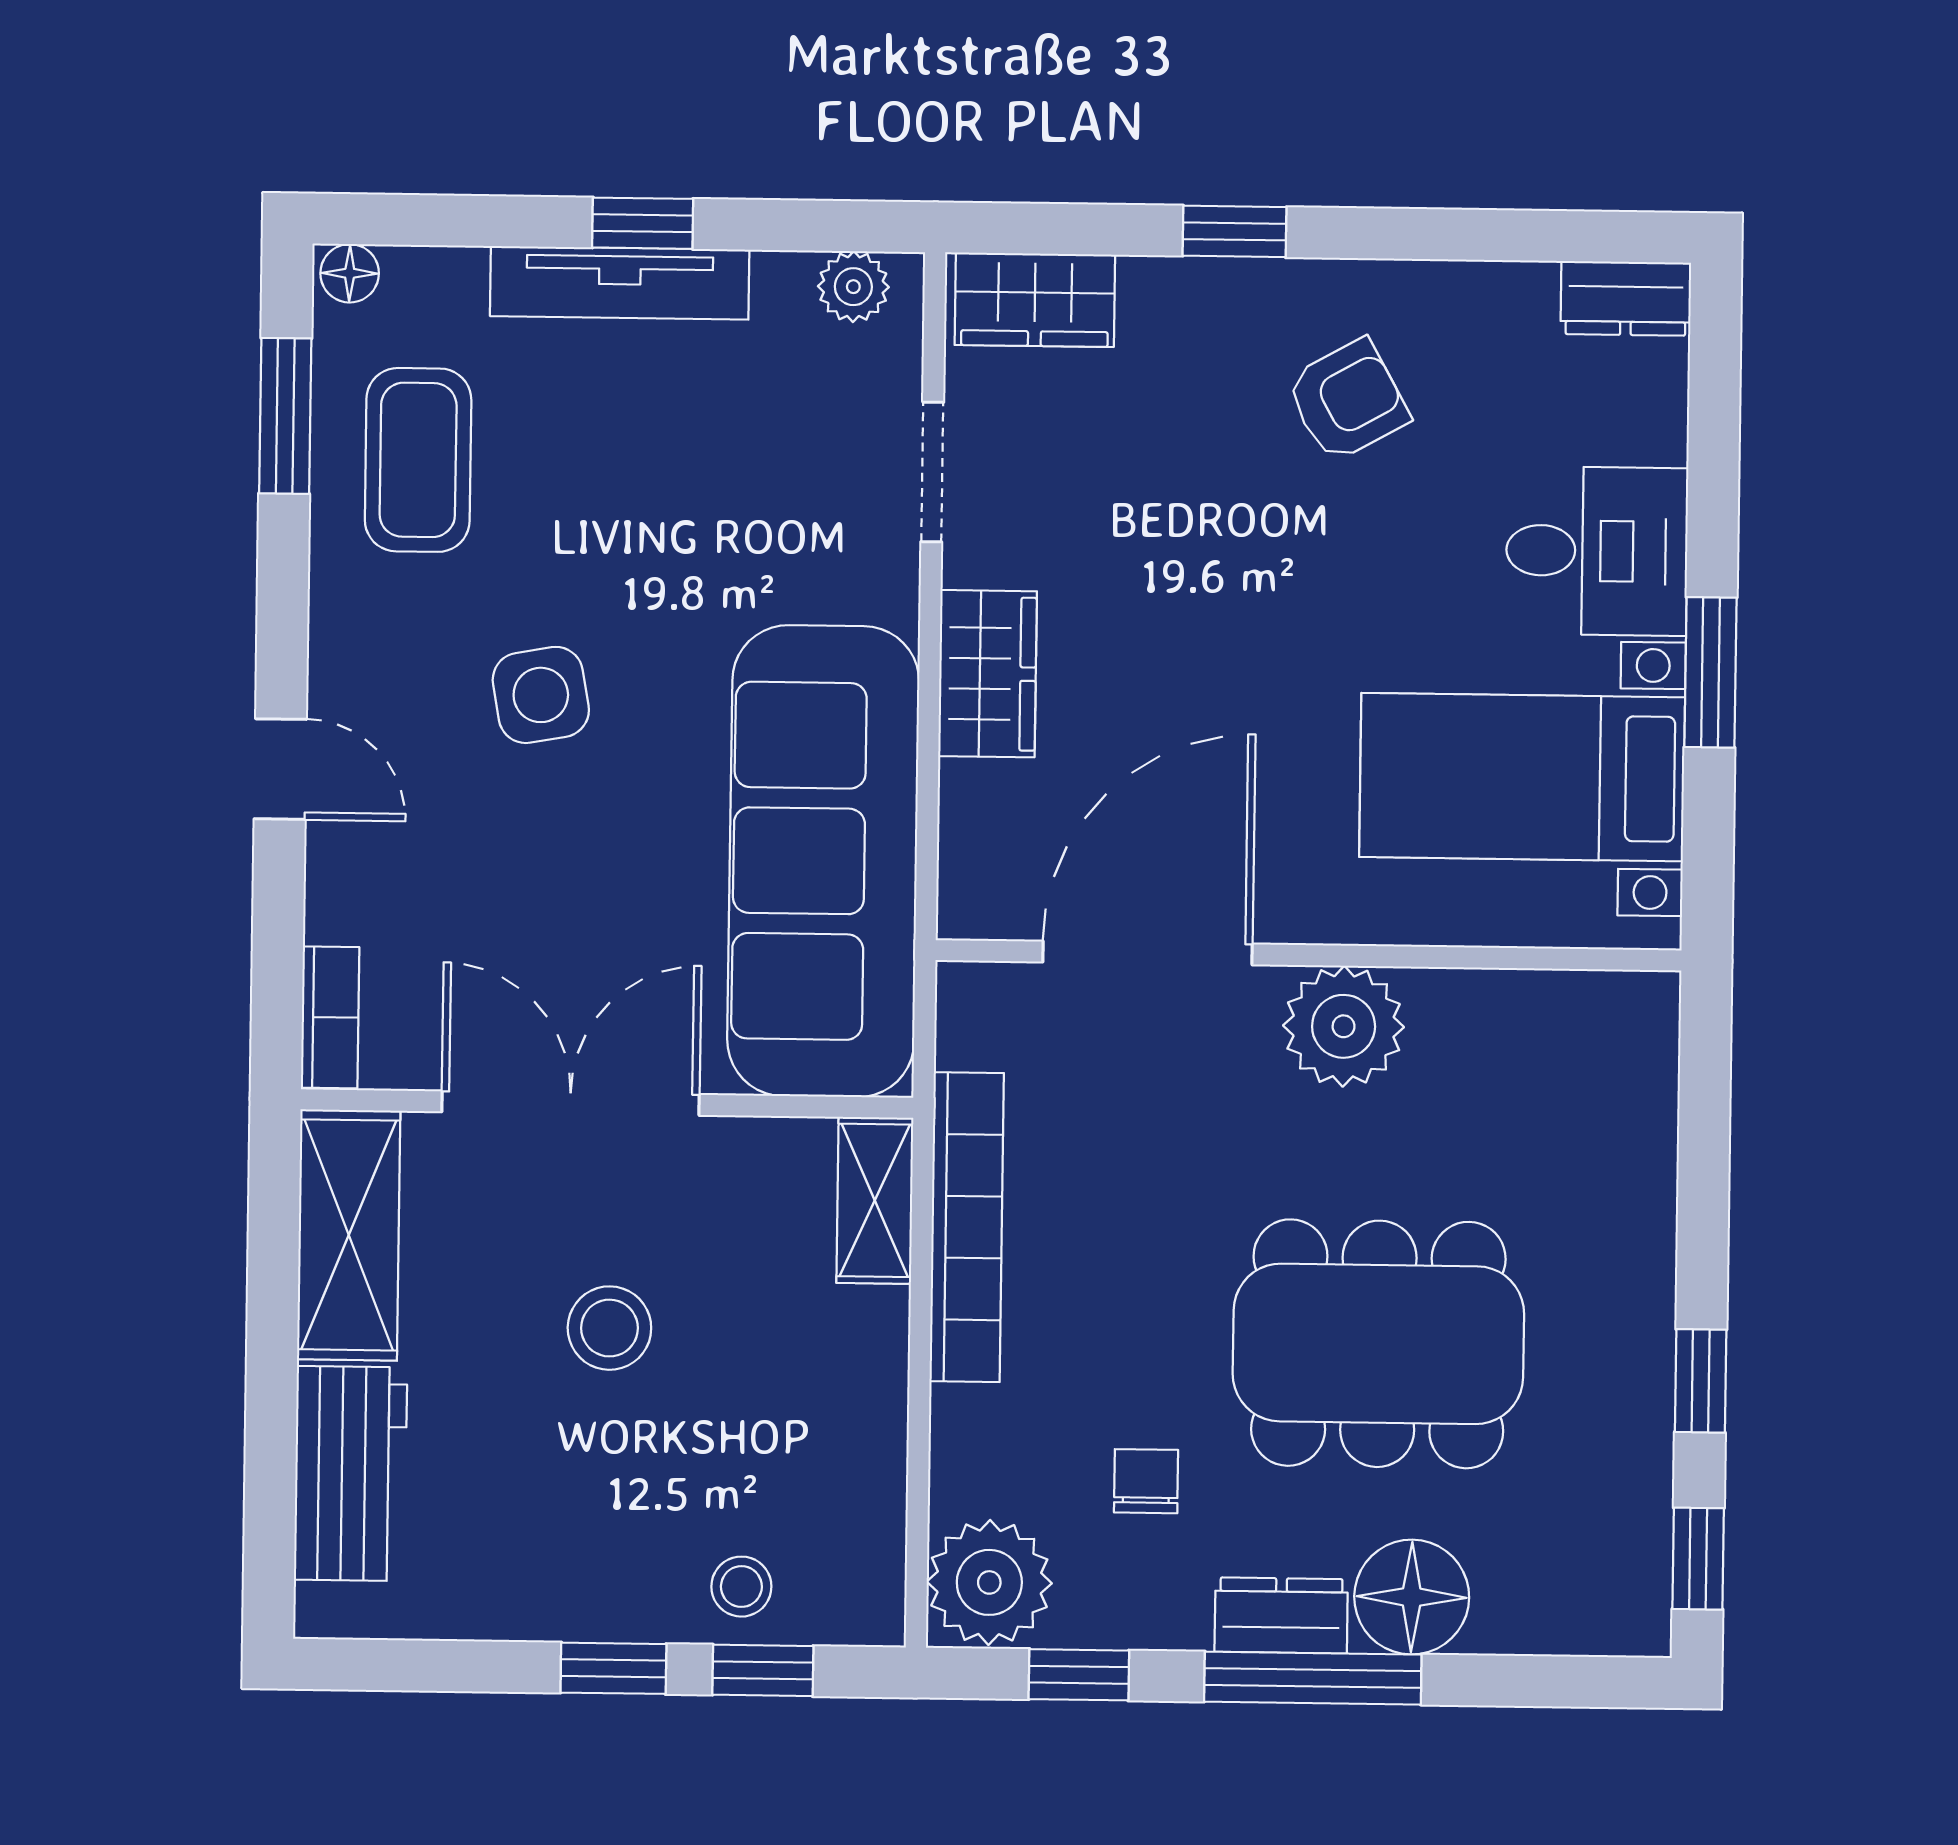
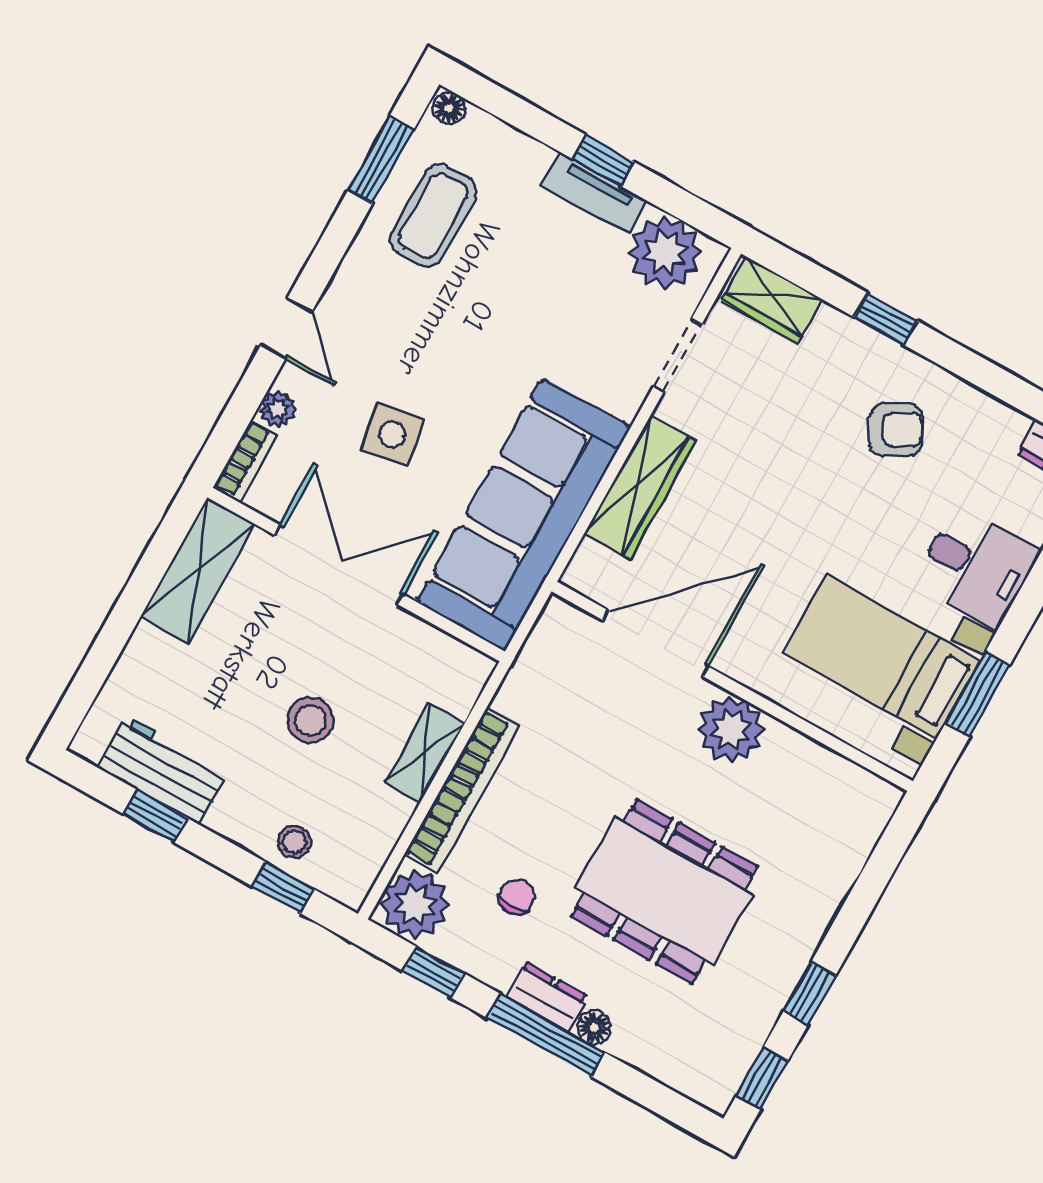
tv unit: (620, 283) -> (594, 193), width x0.71
plant: (853, 287) -> (665, 252), width x1.88, depth x1.88
window: (1710, 672) -> (978, 694), moved
wardrobe: (988, 674) -> (640, 487), width x1.50
side table: (541, 695) -> (392, 434), moved
plant: (337, 907) -> (278, 409), added
shelving: (875, 1200) -> (425, 753), moved
bookcase: (967, 1227) -> (462, 790), moved
stool: (609, 1328) -> (310, 720), moved
workbench: (351, 1474) -> (163, 770), moved, turned -90
floor lamp: (1412, 1597) -> (594, 1027), width x0.53, depth x0.53
window: (613, 1668) -> (155, 816), moved

